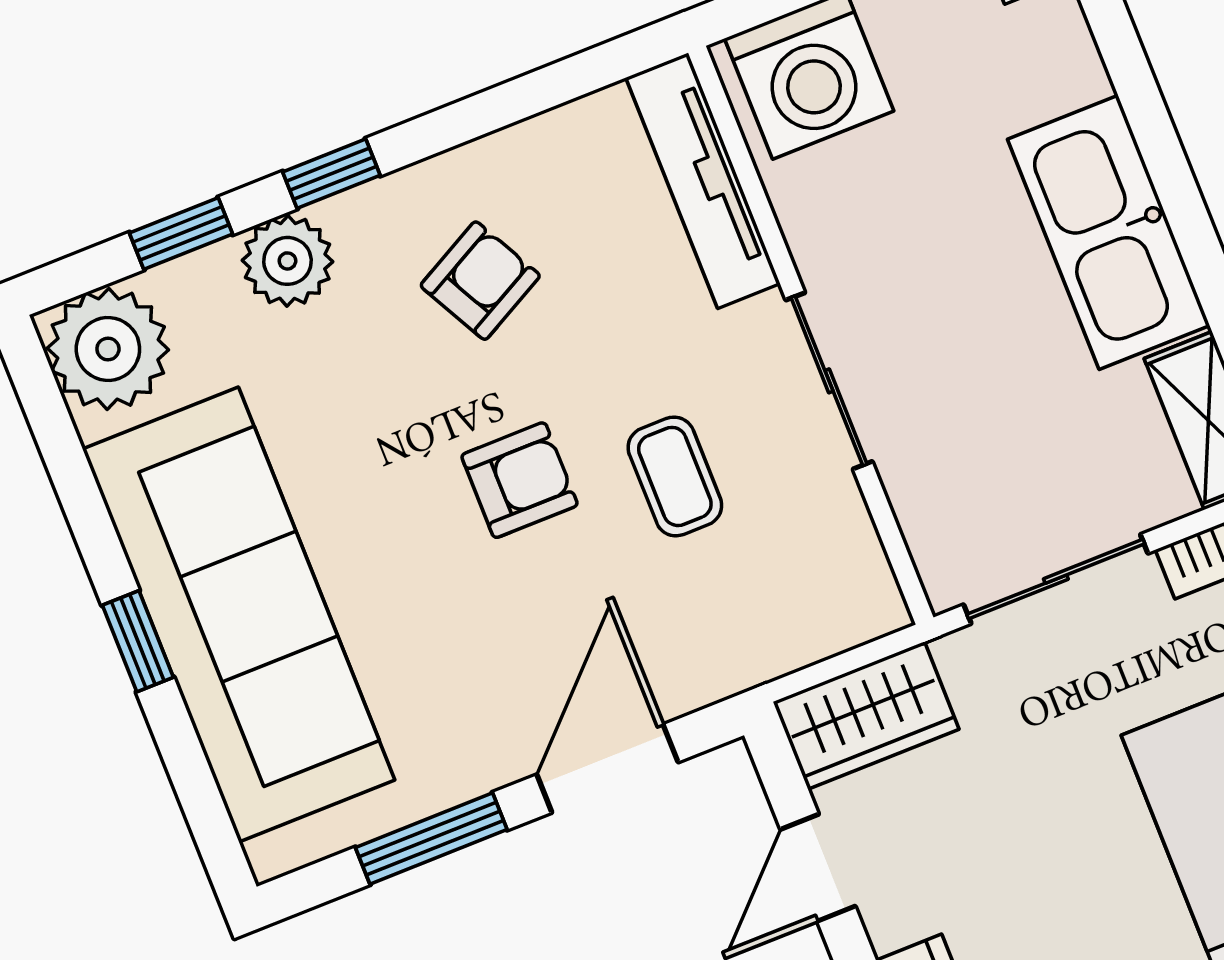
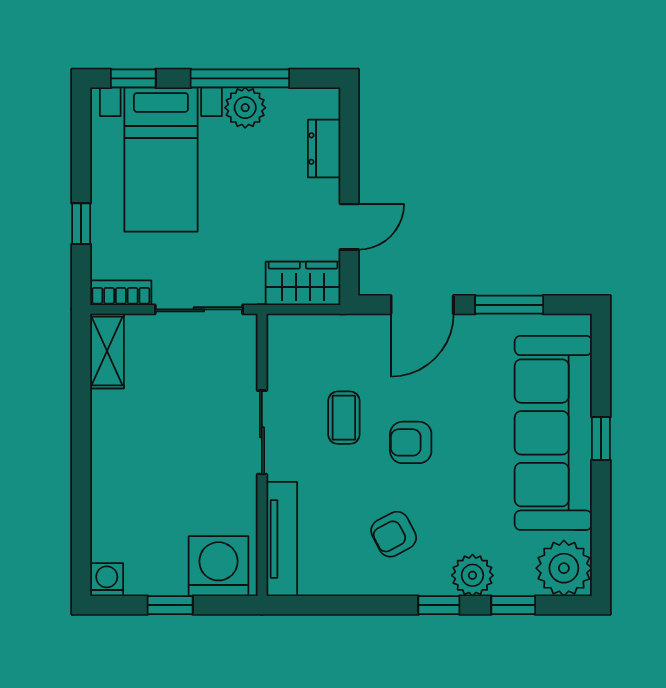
kitchen sink: (1109, 232) -> (118, 448), removed

